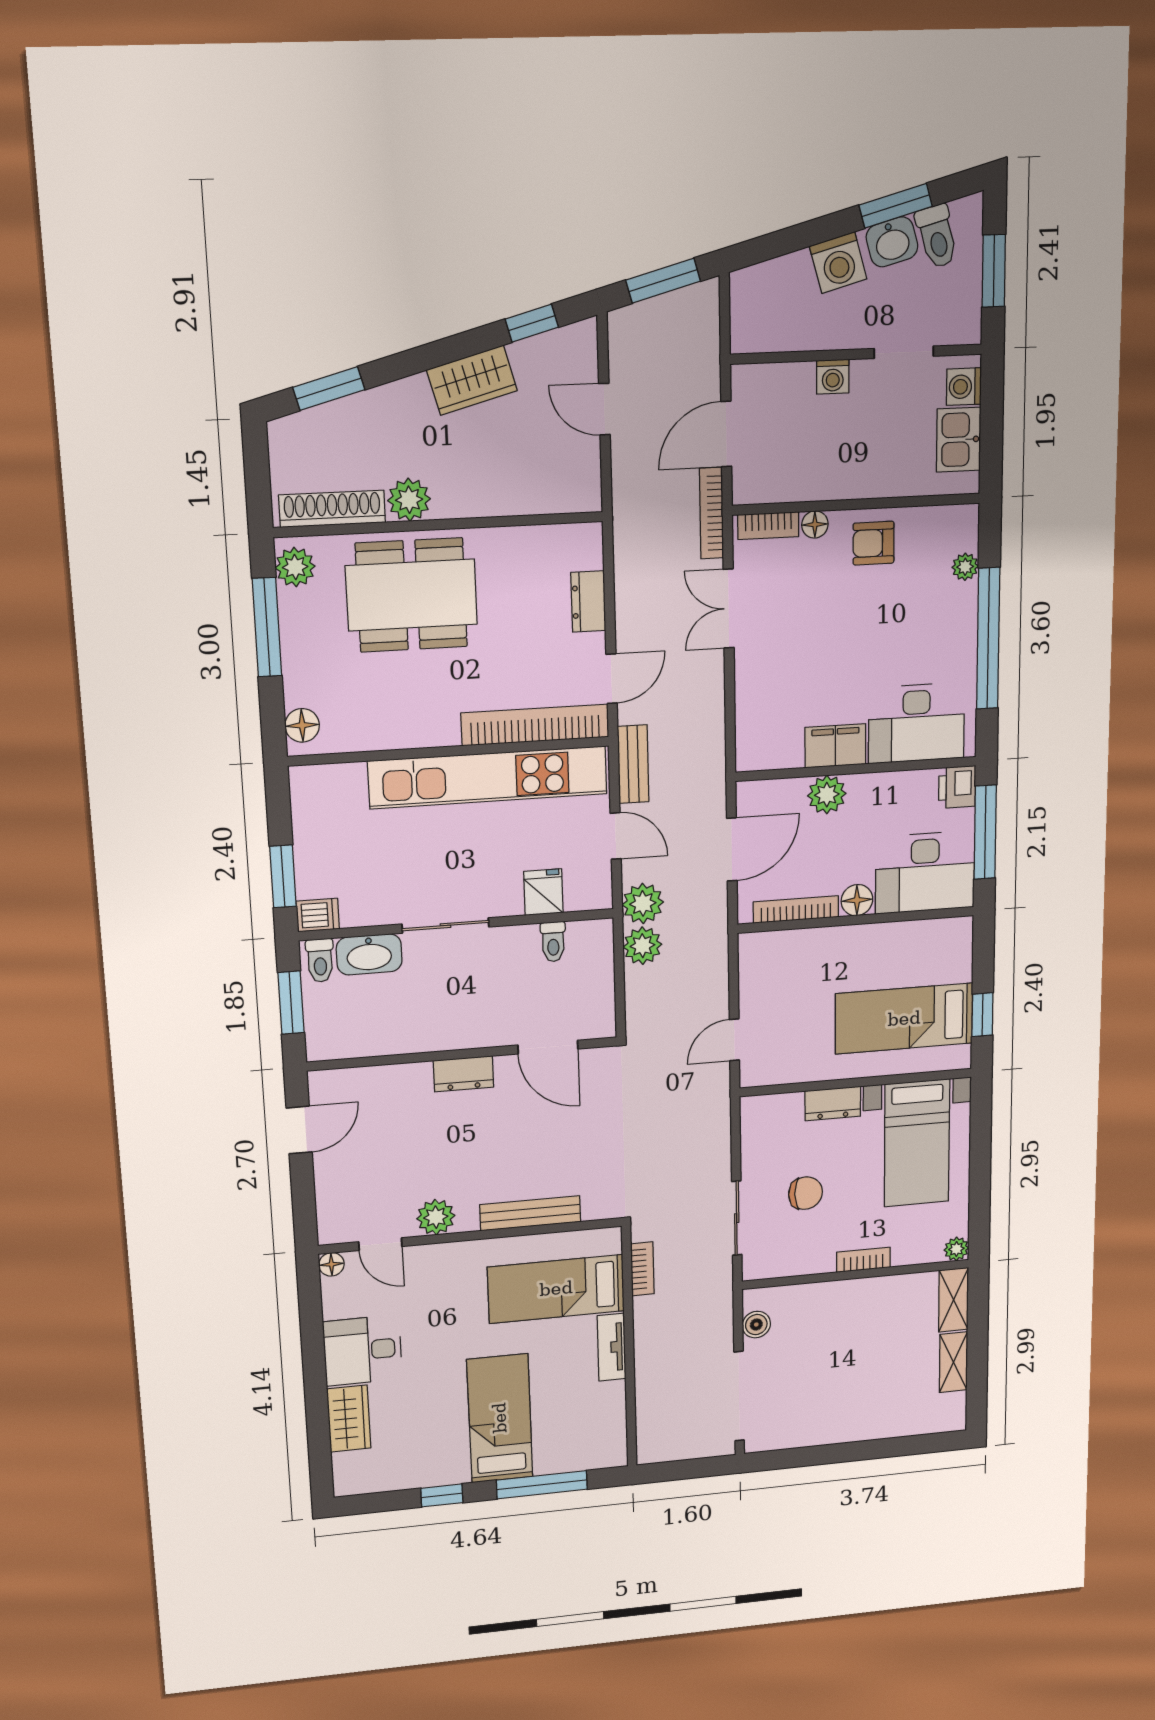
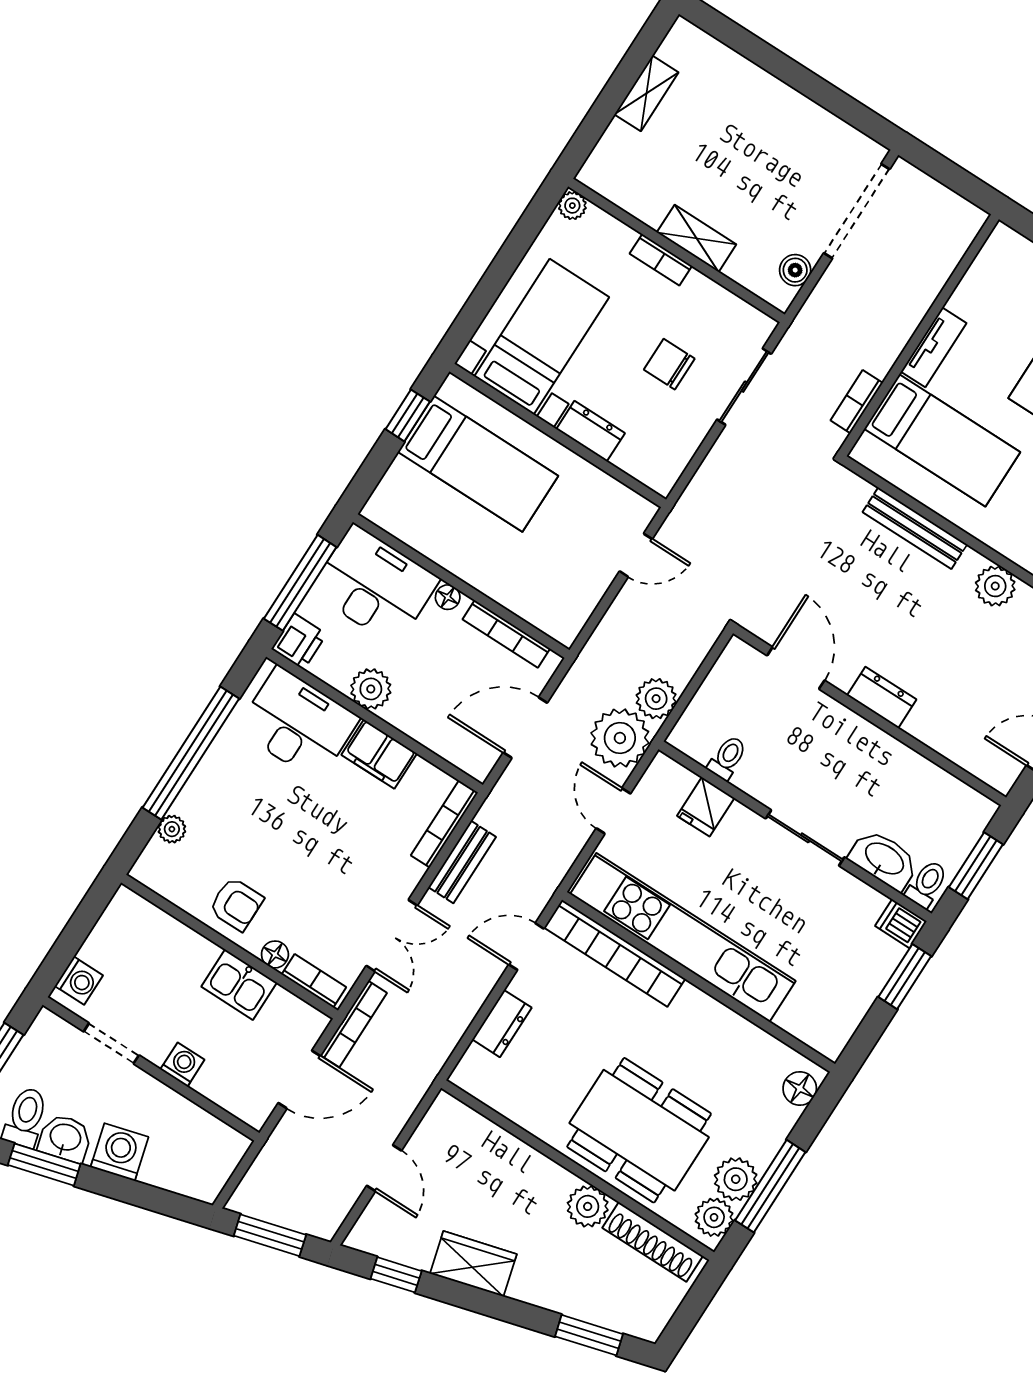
kitchen sink: (959, 440) -> (239, 985), moved, turned 90
plant: (300, 612) -> (736, 1179), added
bookcase: (746, 729) -> (444, 824), added
bench: (633, 764) -> (462, 862), moved
plant: (827, 795) -> (371, 689), moved
floor lamp: (857, 900) -> (448, 597), width x0.73, depth x0.73
plant: (643, 903) -> (620, 738), width x1.36, depth x1.36
shelving: (954, 1300) -> (697, 238), moved, turned 90

